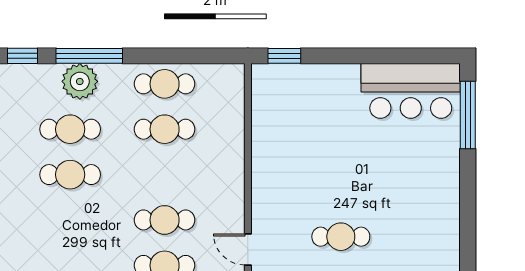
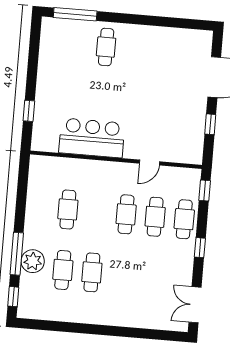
window: (284, 56) -> (29, 111), moved
cafe table: (165, 84) -> (39, 207), removed
bar counter: (411, 91) -> (92, 138), moved, turned -90
cafe table: (341, 237) -> (106, 47), moved

